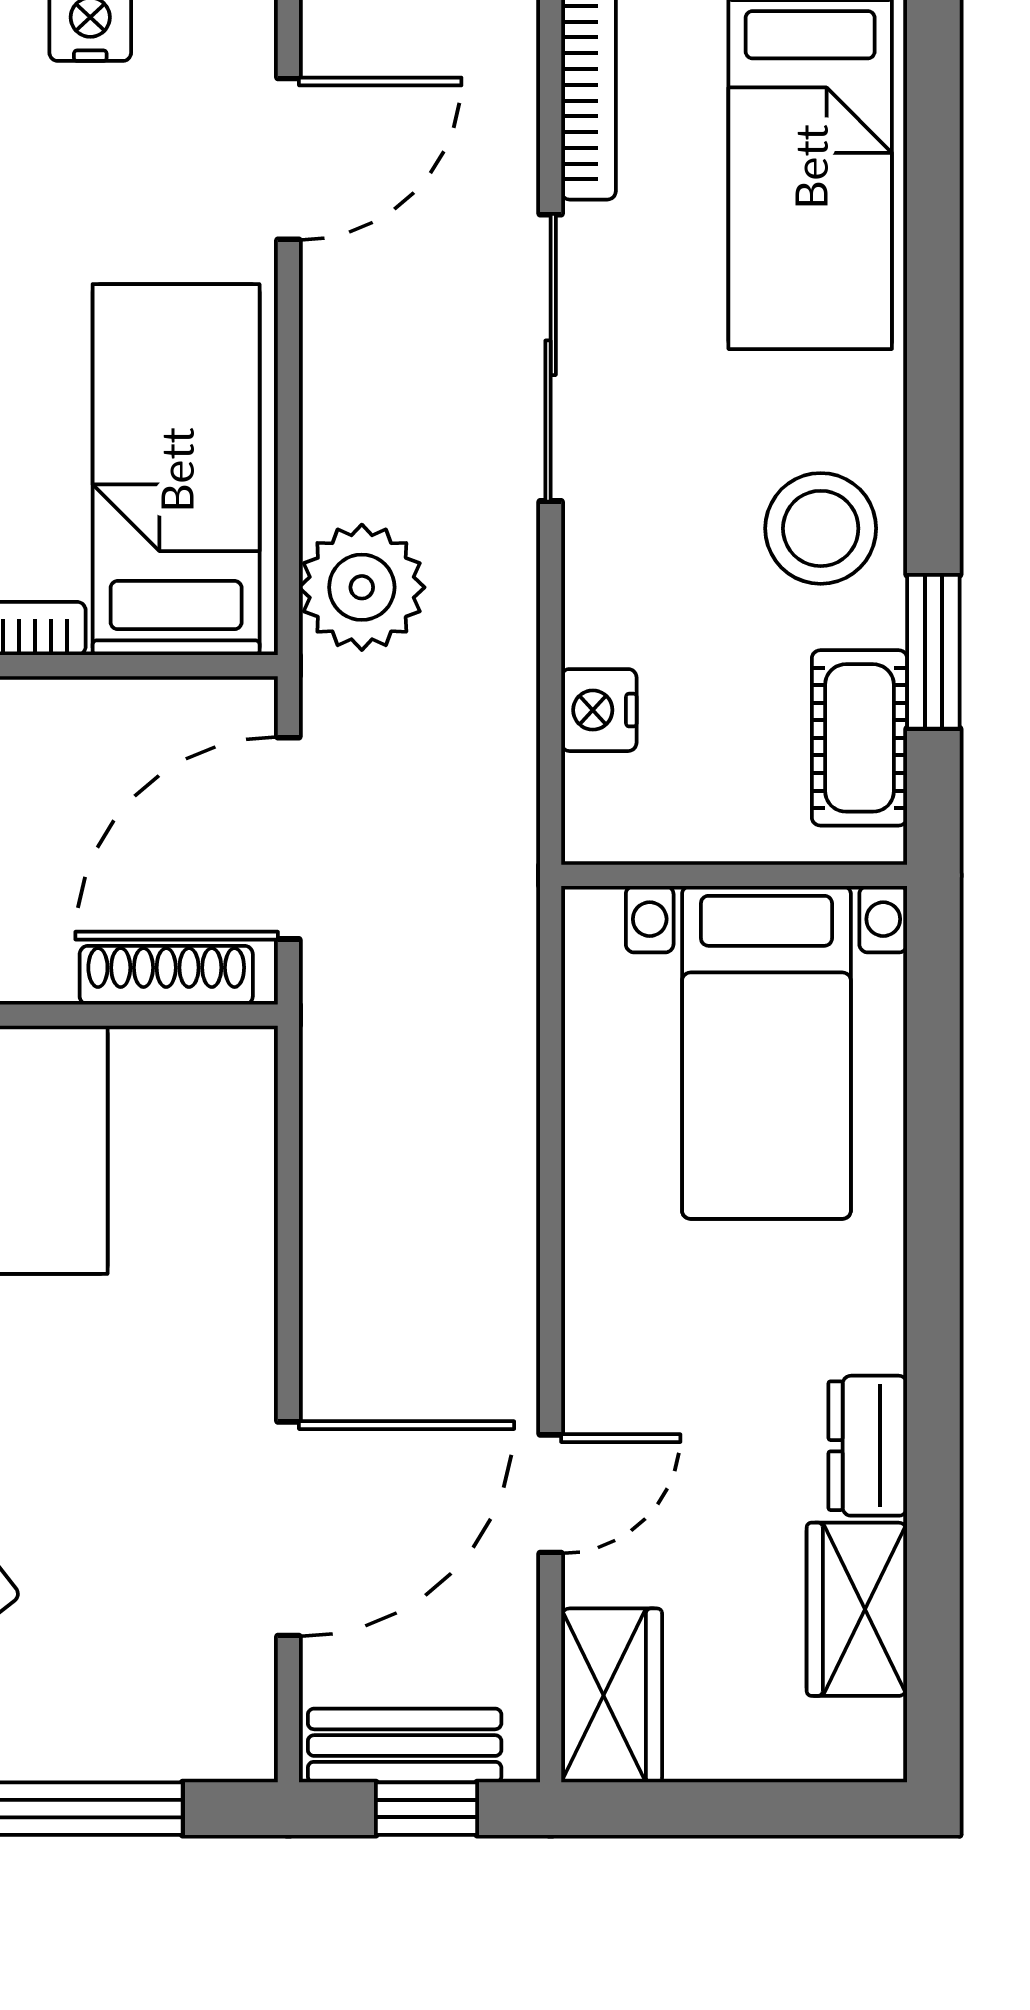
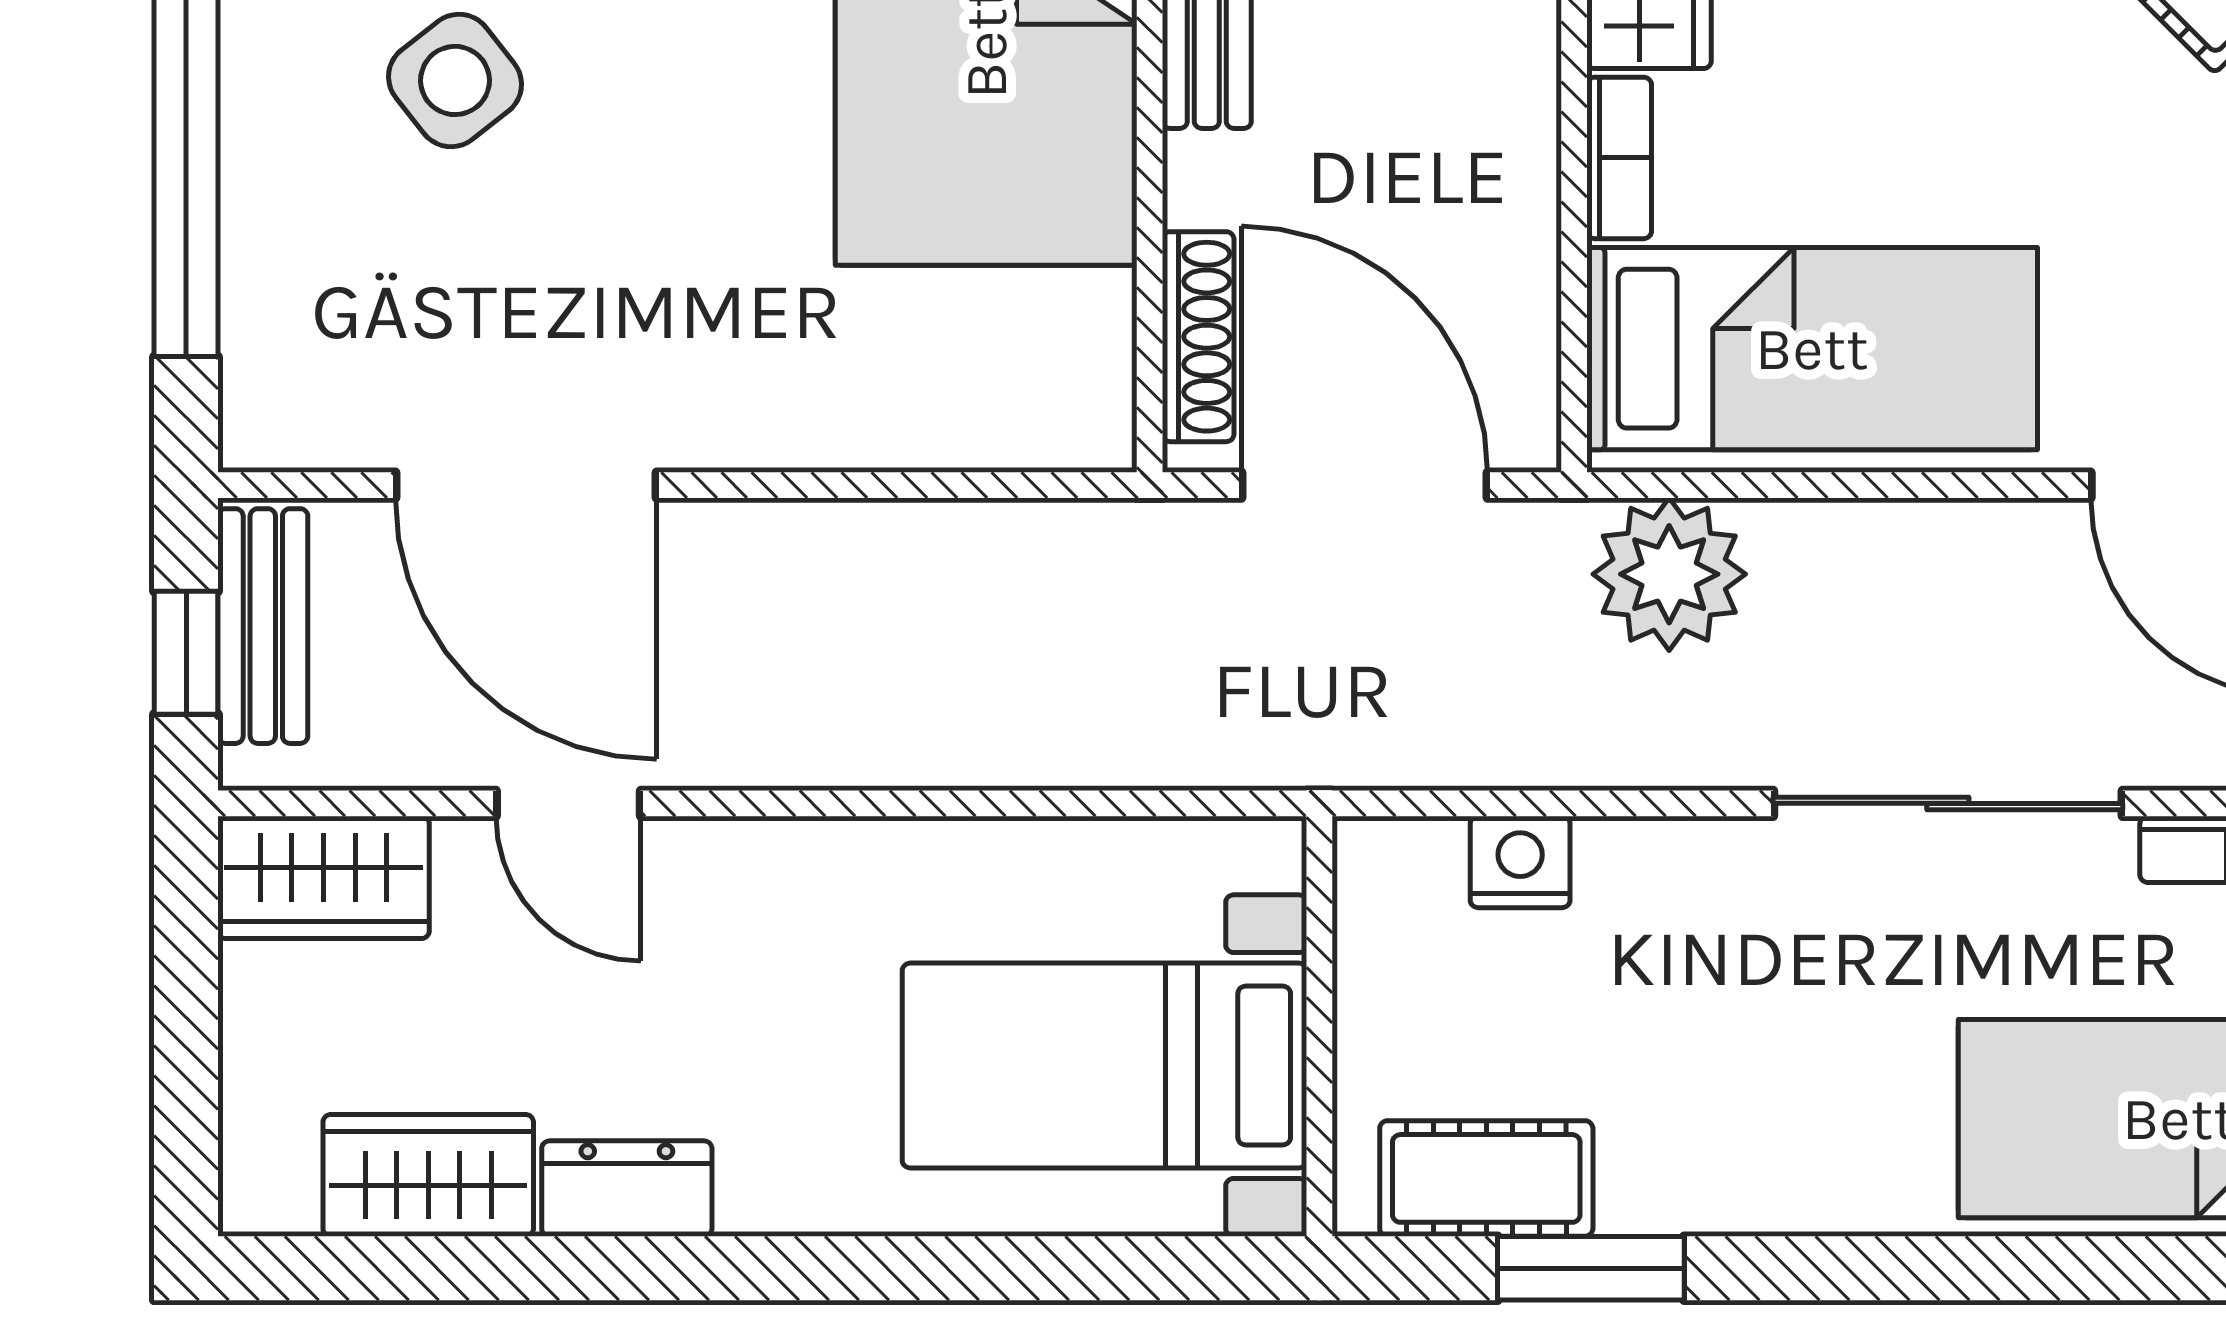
stool: (821, 528) -> (1741, 1131), removed

